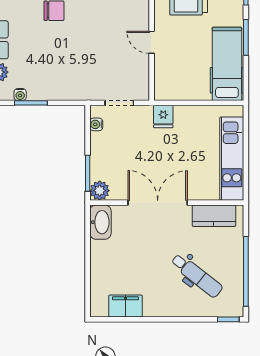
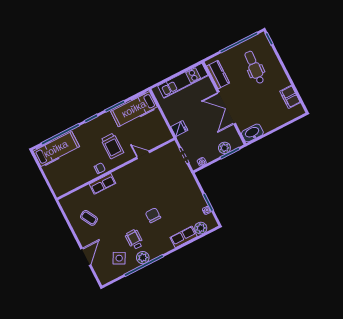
door: (152, 42) -> (143, 155), swing flipped
plant: (100, 191) -> (224, 148), moved
dental chair: (197, 276) -> (254, 67), turned -34

